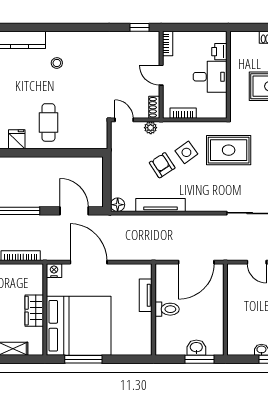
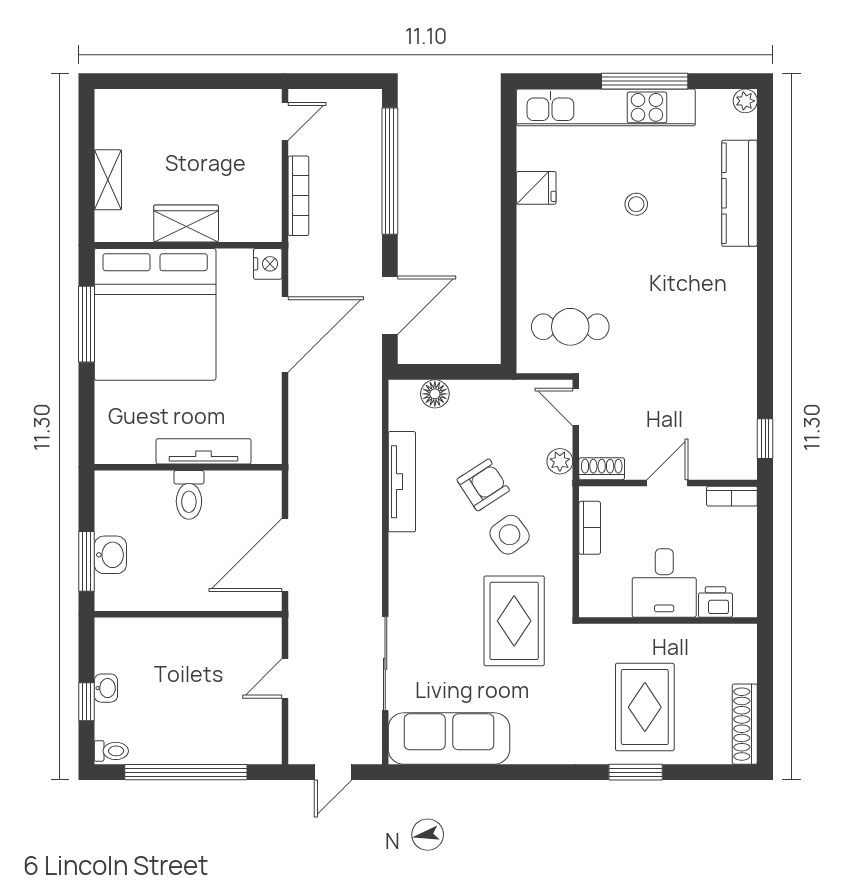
stool: (57, 63) -> (636, 204), moved
door: (124, 120) -> (576, 407), swing flipped
cafe table: (48, 122) -> (570, 327), moved
floor lamp: (118, 205) -> (435, 394), moved
door: (196, 262) -> (285, 555), hinge flipped
tv unit: (146, 295) -> (204, 451), width x1.41

